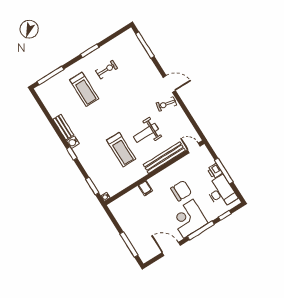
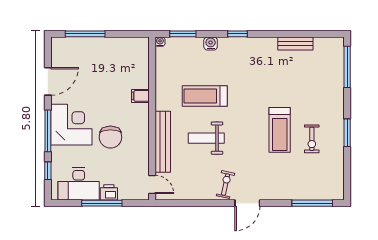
treadmill: (84, 89) -> (280, 130), moved, turned -90
bench: (63, 127) -> (295, 44), moved
weight bench: (146, 133) -> (206, 138), turned -90
water cooler: (73, 142) -> (211, 44), moved
door: (194, 148) -> (152, 184), hinge flipped

